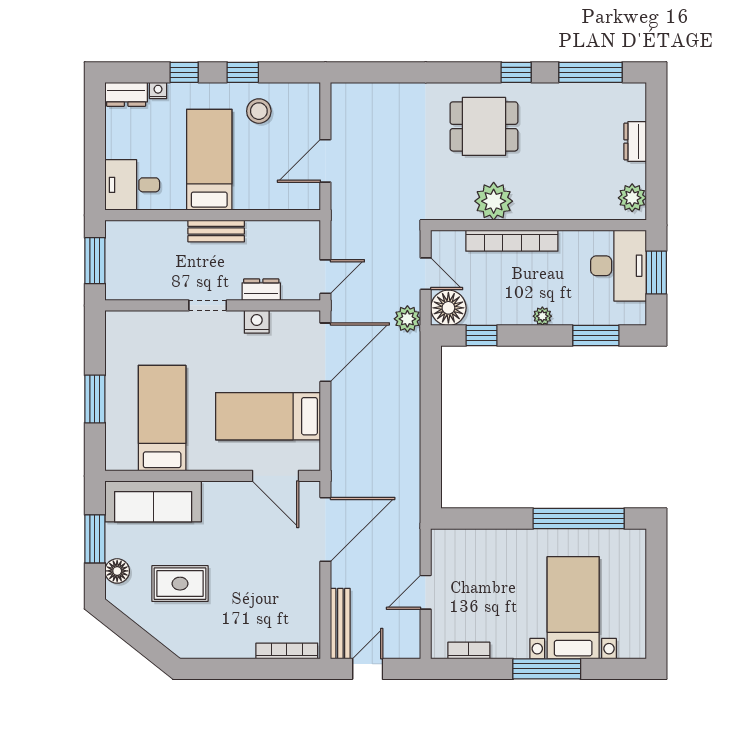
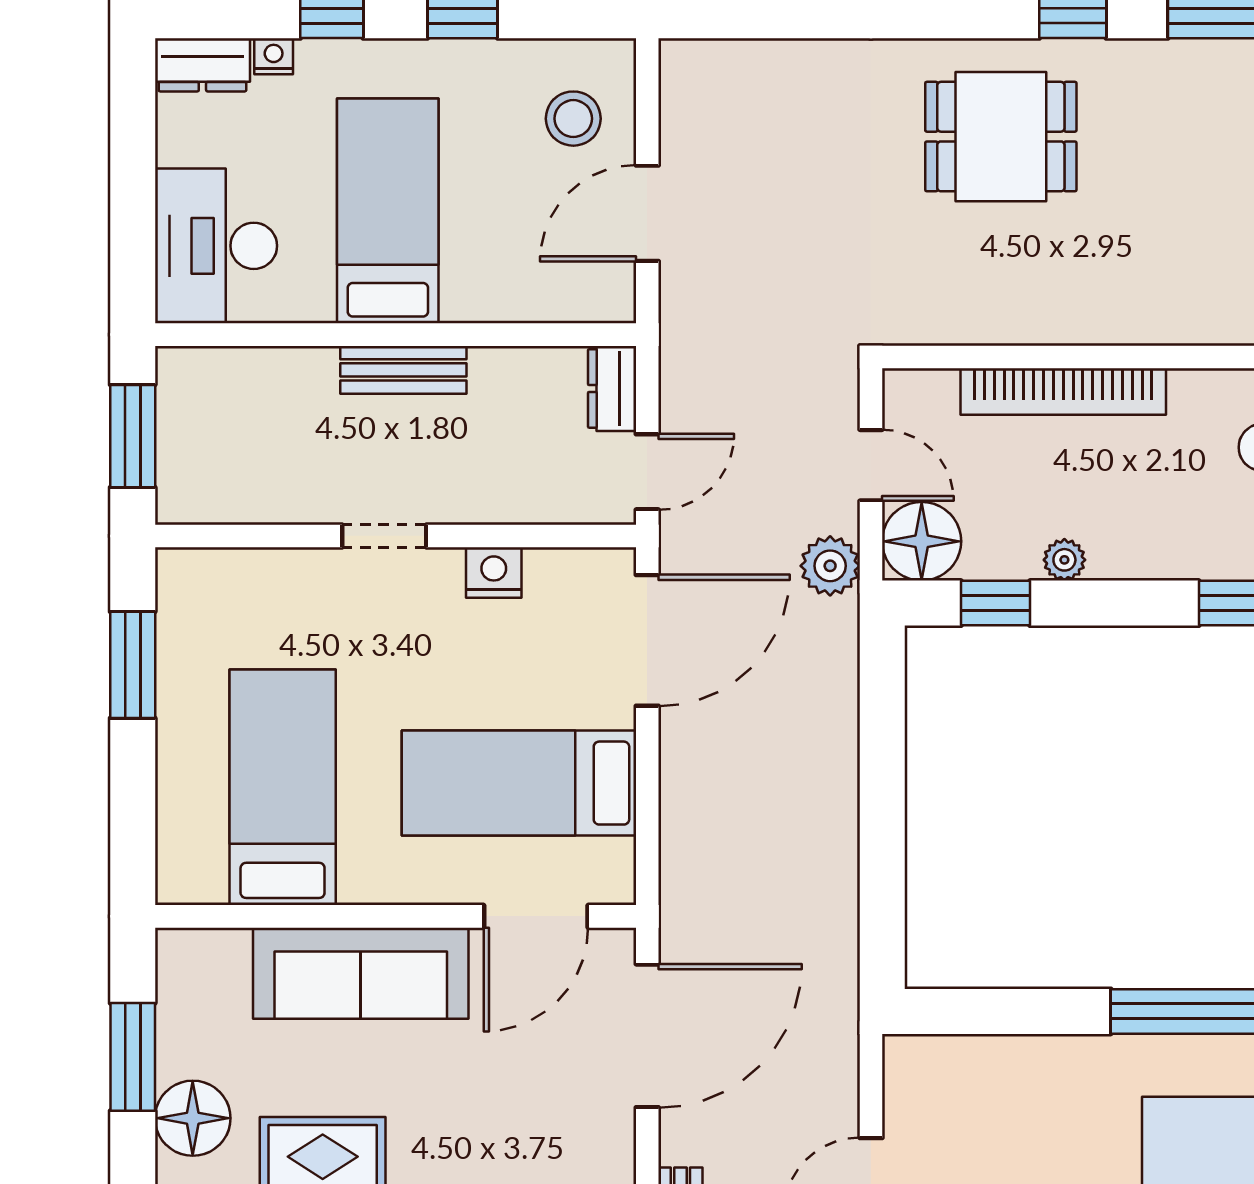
stool: (259, 111) -> (573, 119), moved
desk: (132, 185) -> (216, 246), width x1.37
plant: (494, 201) -> (1023, 303), removed
dresser: (261, 290) -> (612, 388), moved, turned -90
plant: (542, 316) -> (1064, 560), moved
window: (95, 399) -> (133, 665), moved
door: (276, 476) -> (536, 916), hinge flipped
sofa: (153, 501) -> (361, 973), moved
floor lamp: (117, 571) -> (193, 1118), width x1.38, depth x1.38

